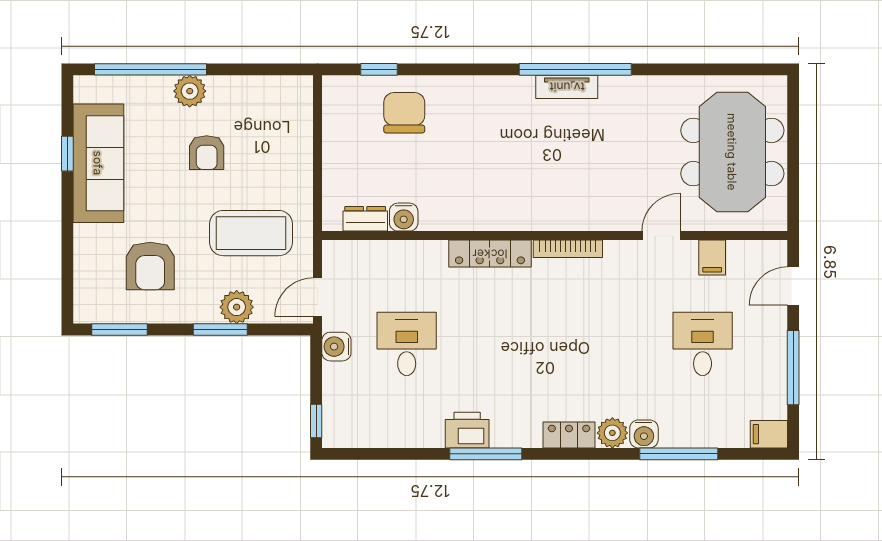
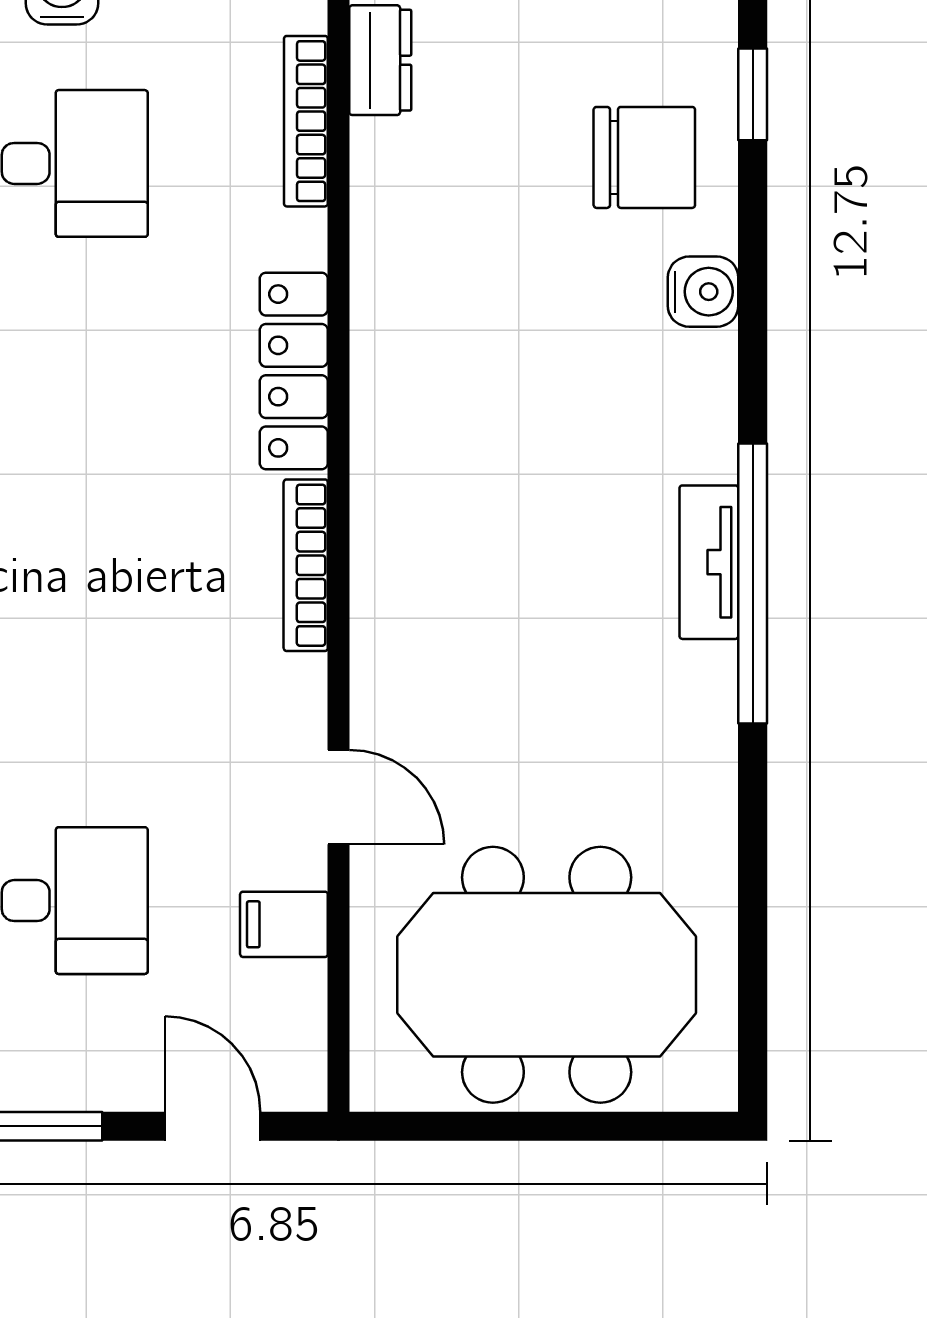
water cooler: (404, 217) -> (703, 292), moved, turned 180
bookcase: (390, 249) -> (306, 121), added

